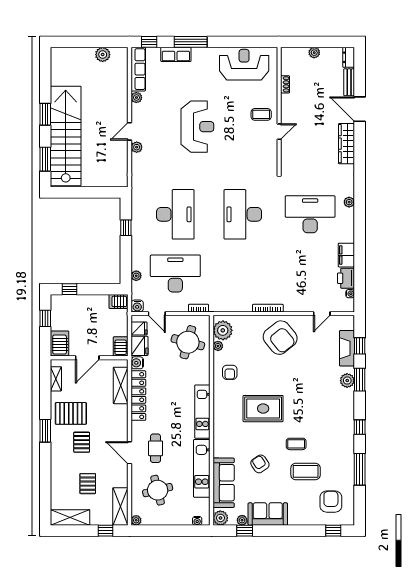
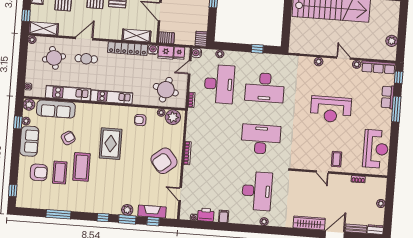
door: (130, 131) -> (343, 58), moved
filing cabinet: (346, 255) -> (224, 216), width x0.50
window: (360, 427) -> (103, 218), moved
coffee table: (296, 444) -> (81, 167), width x1.86, depth x1.72
armchair: (331, 502) -> (39, 172), moved

